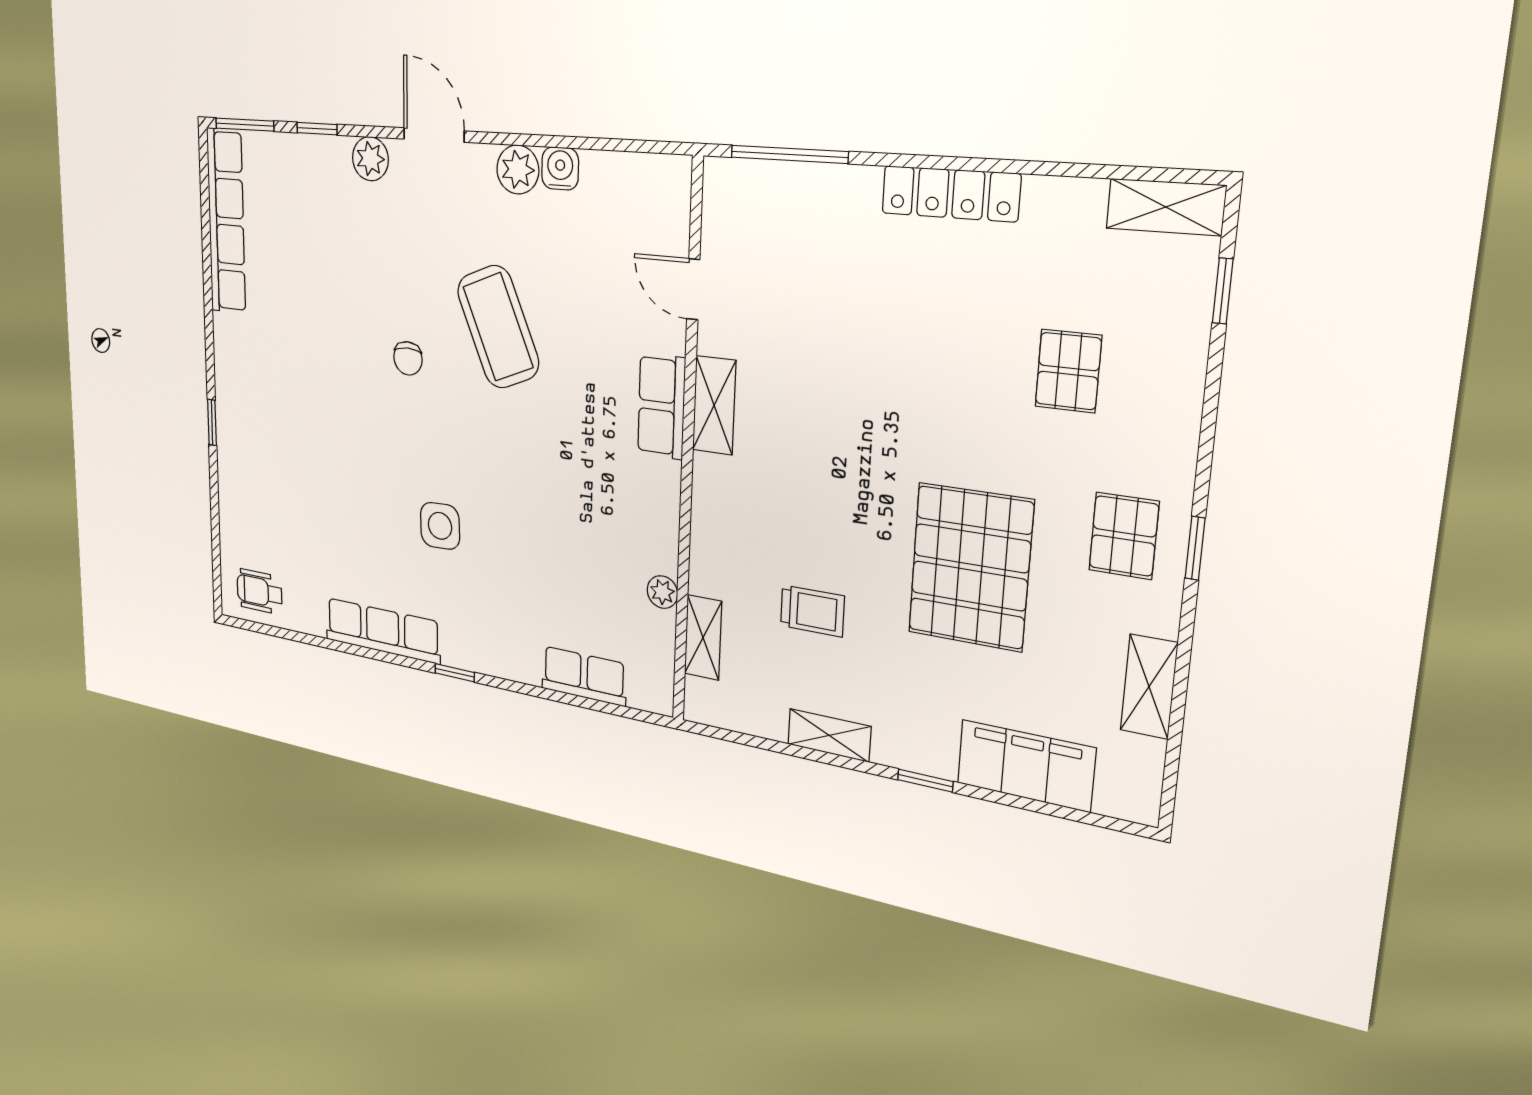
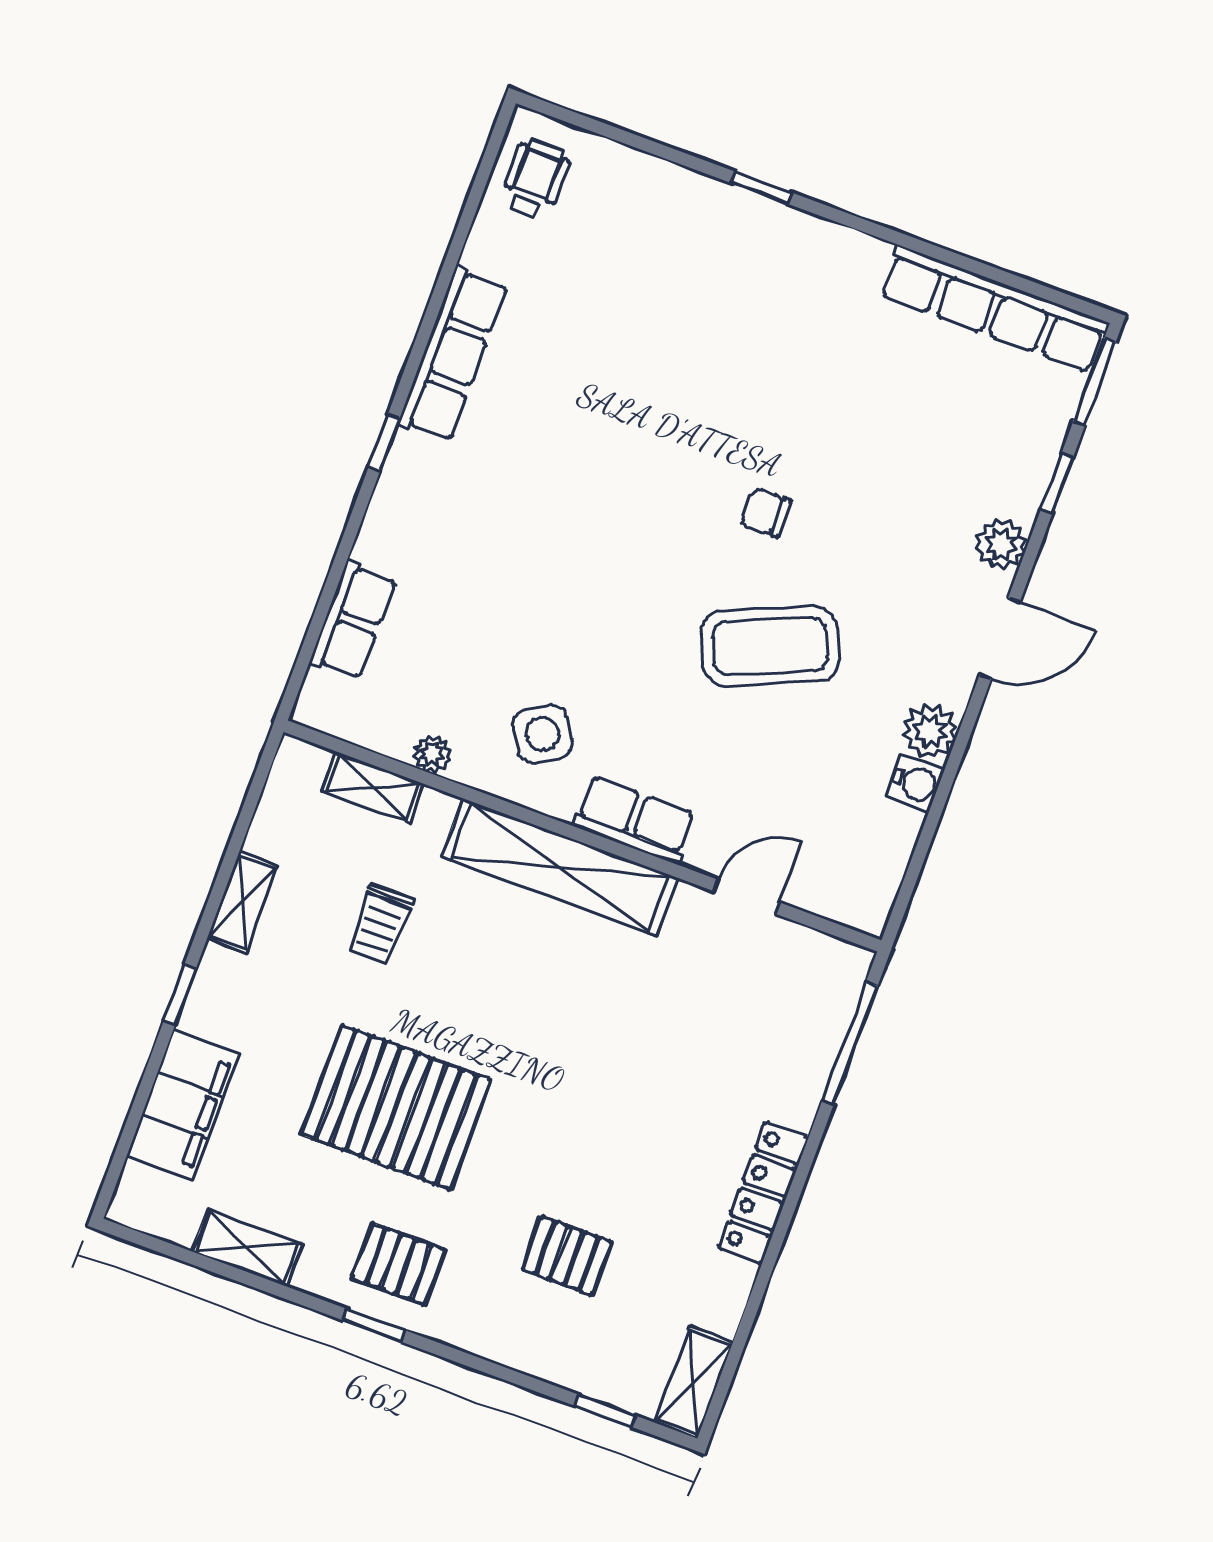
shelving: (714, 405) -> (559, 867), width x2.20, depth x1.33
side table: (440, 526) -> (543, 734), moved, turned -30

